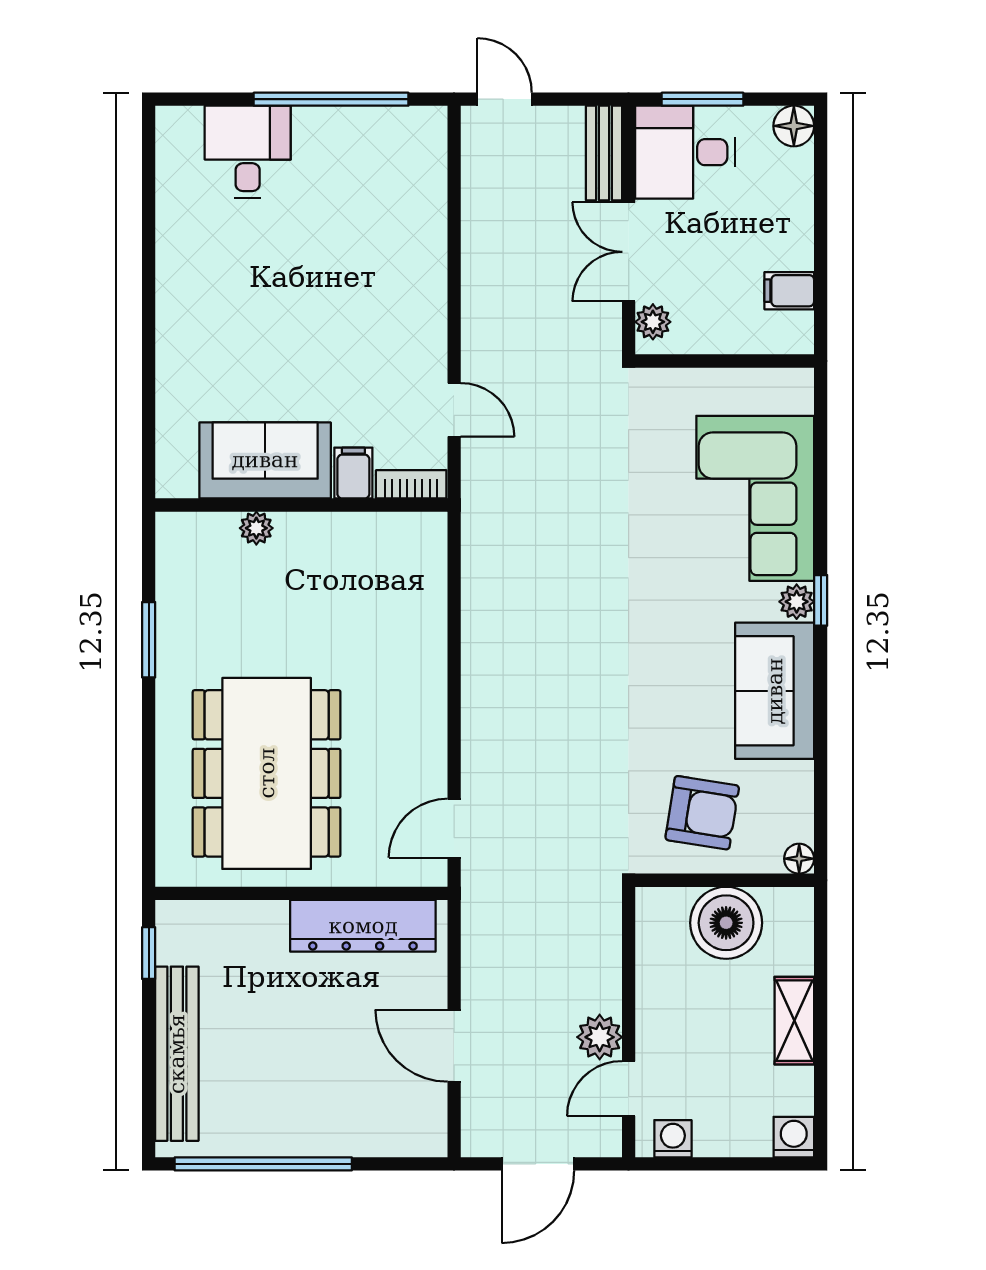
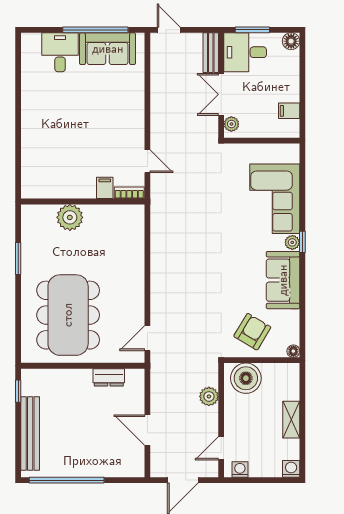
sofa: (265, 460) -> (108, 49), moved, turned 180
plant: (256, 528) -> (70, 217), width x1.88, depth x1.88
armchair: (702, 813) -> (252, 332), turned -68
boiler: (726, 923) -> (246, 378), moved
dresser: (363, 926) -> (109, 377), width x0.51, depth x0.80
plant: (600, 1037) -> (209, 396), moved

